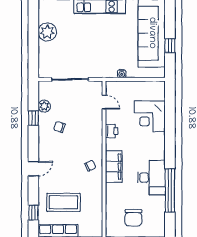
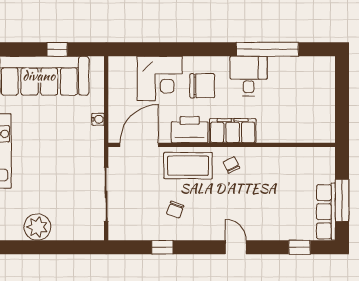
door: (104, 102) -> (139, 145), width x1.88
plant: (44, 106) -> (145, 232), removed
printer: (112, 131) -> (190, 130), width x1.87, depth x1.48
desk: (151, 178) -> (249, 76), width x0.73
coffee table: (63, 202) -> (188, 166), moved, turned 90
chair: (133, 218) -> (202, 86), moved

